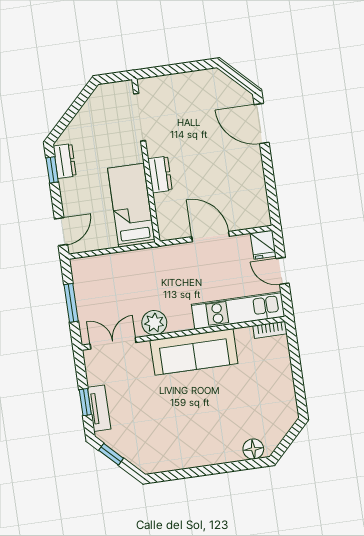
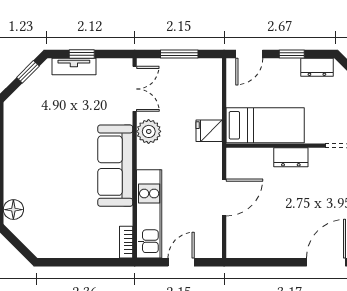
window: (52, 170) -> (292, 54), moved
door: (61, 232) -> (249, 54), hinge flipped
fridge: (263, 245) -> (209, 131), moved

